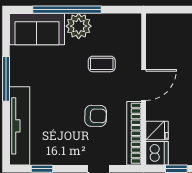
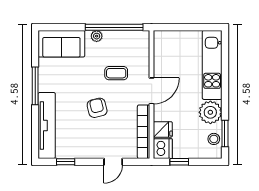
window: (67, 10) -> (114, 27), moved
plant: (79, 26) -> (97, 36), width x0.53, depth x0.53
armchair: (96, 116) -> (97, 108), moved, turned -106

